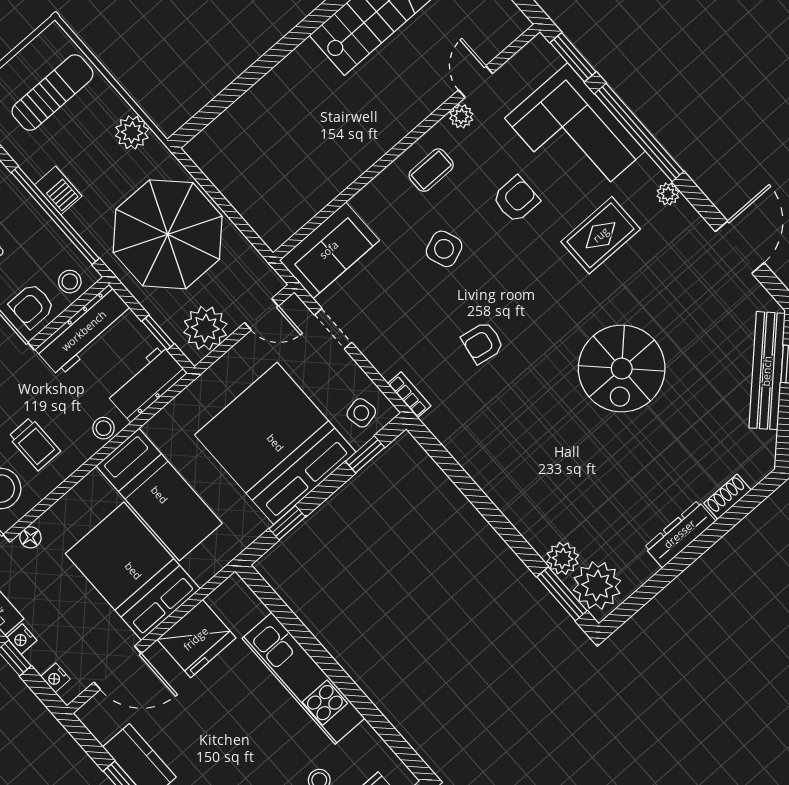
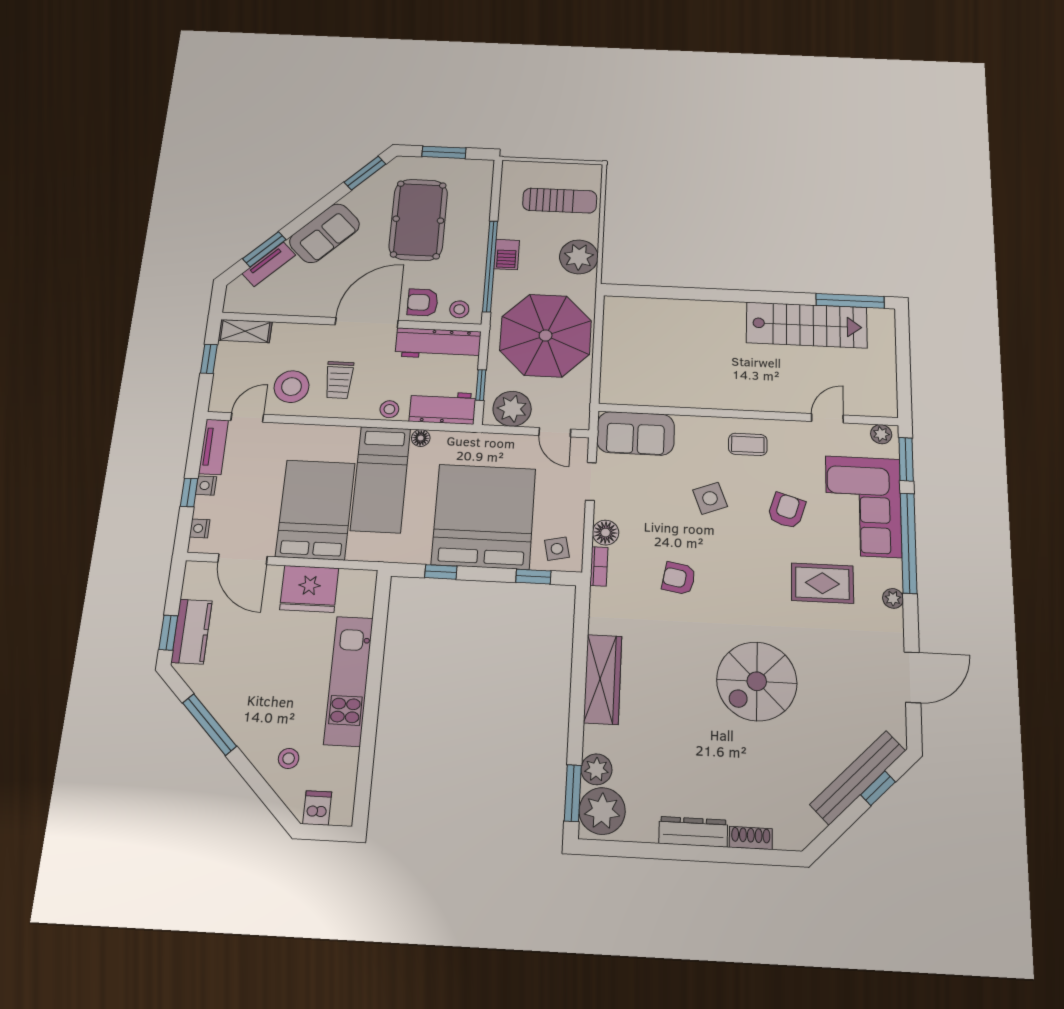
plant: (461, 116) -> (881, 434), moved
plant: (132, 132) -> (579, 257), width x1.36, depth x1.36
armchair: (516, 199) -> (787, 511), turned -73
floor lamp: (387, 361) -> (606, 533), added
wardrobe: (500, 484) -> (603, 679), added
floor lamp: (30, 537) -> (421, 438), moved

